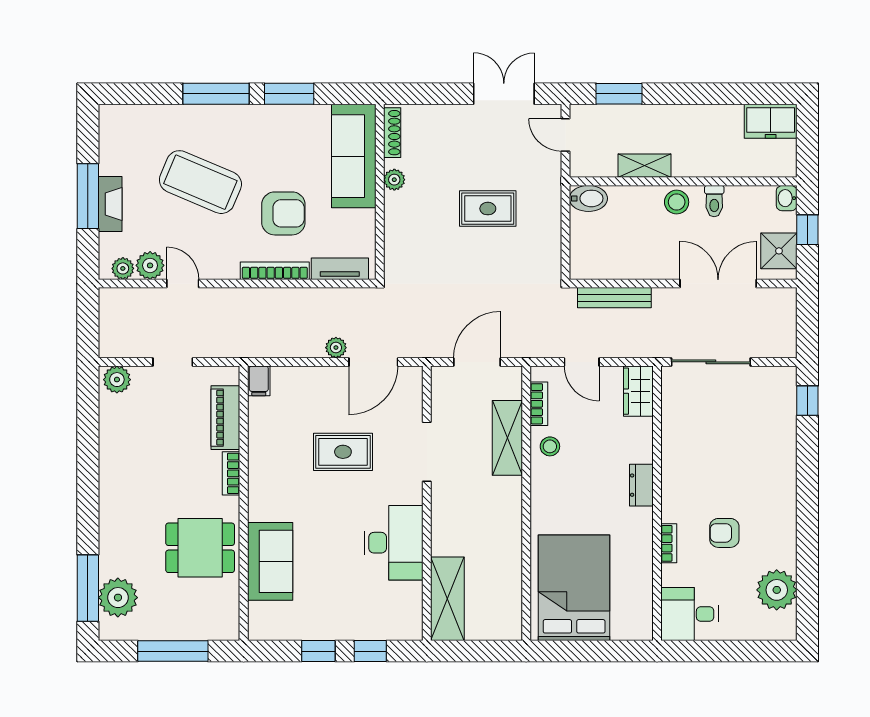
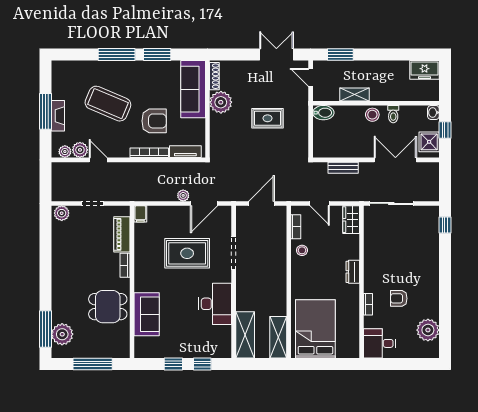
plant: (394, 180) -> (221, 102), width x1.87, depth x1.87
bench: (614, 298) -> (343, 168), width x0.73
shelving: (507, 438) -> (278, 337), moved
rug: (343, 452) -> (187, 253), width x1.36, depth x1.43

